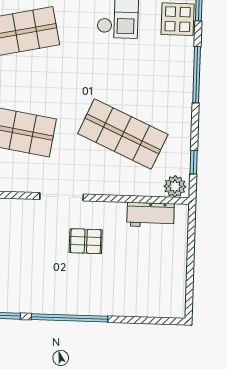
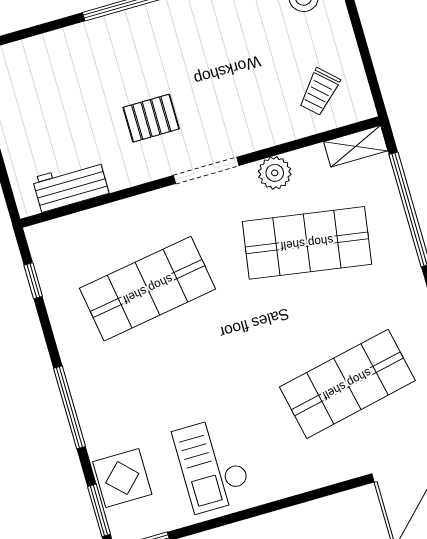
shop shelf: (123, 134) -> (148, 289), turned -33
plant: (175, 186) -> (275, 173), moved

